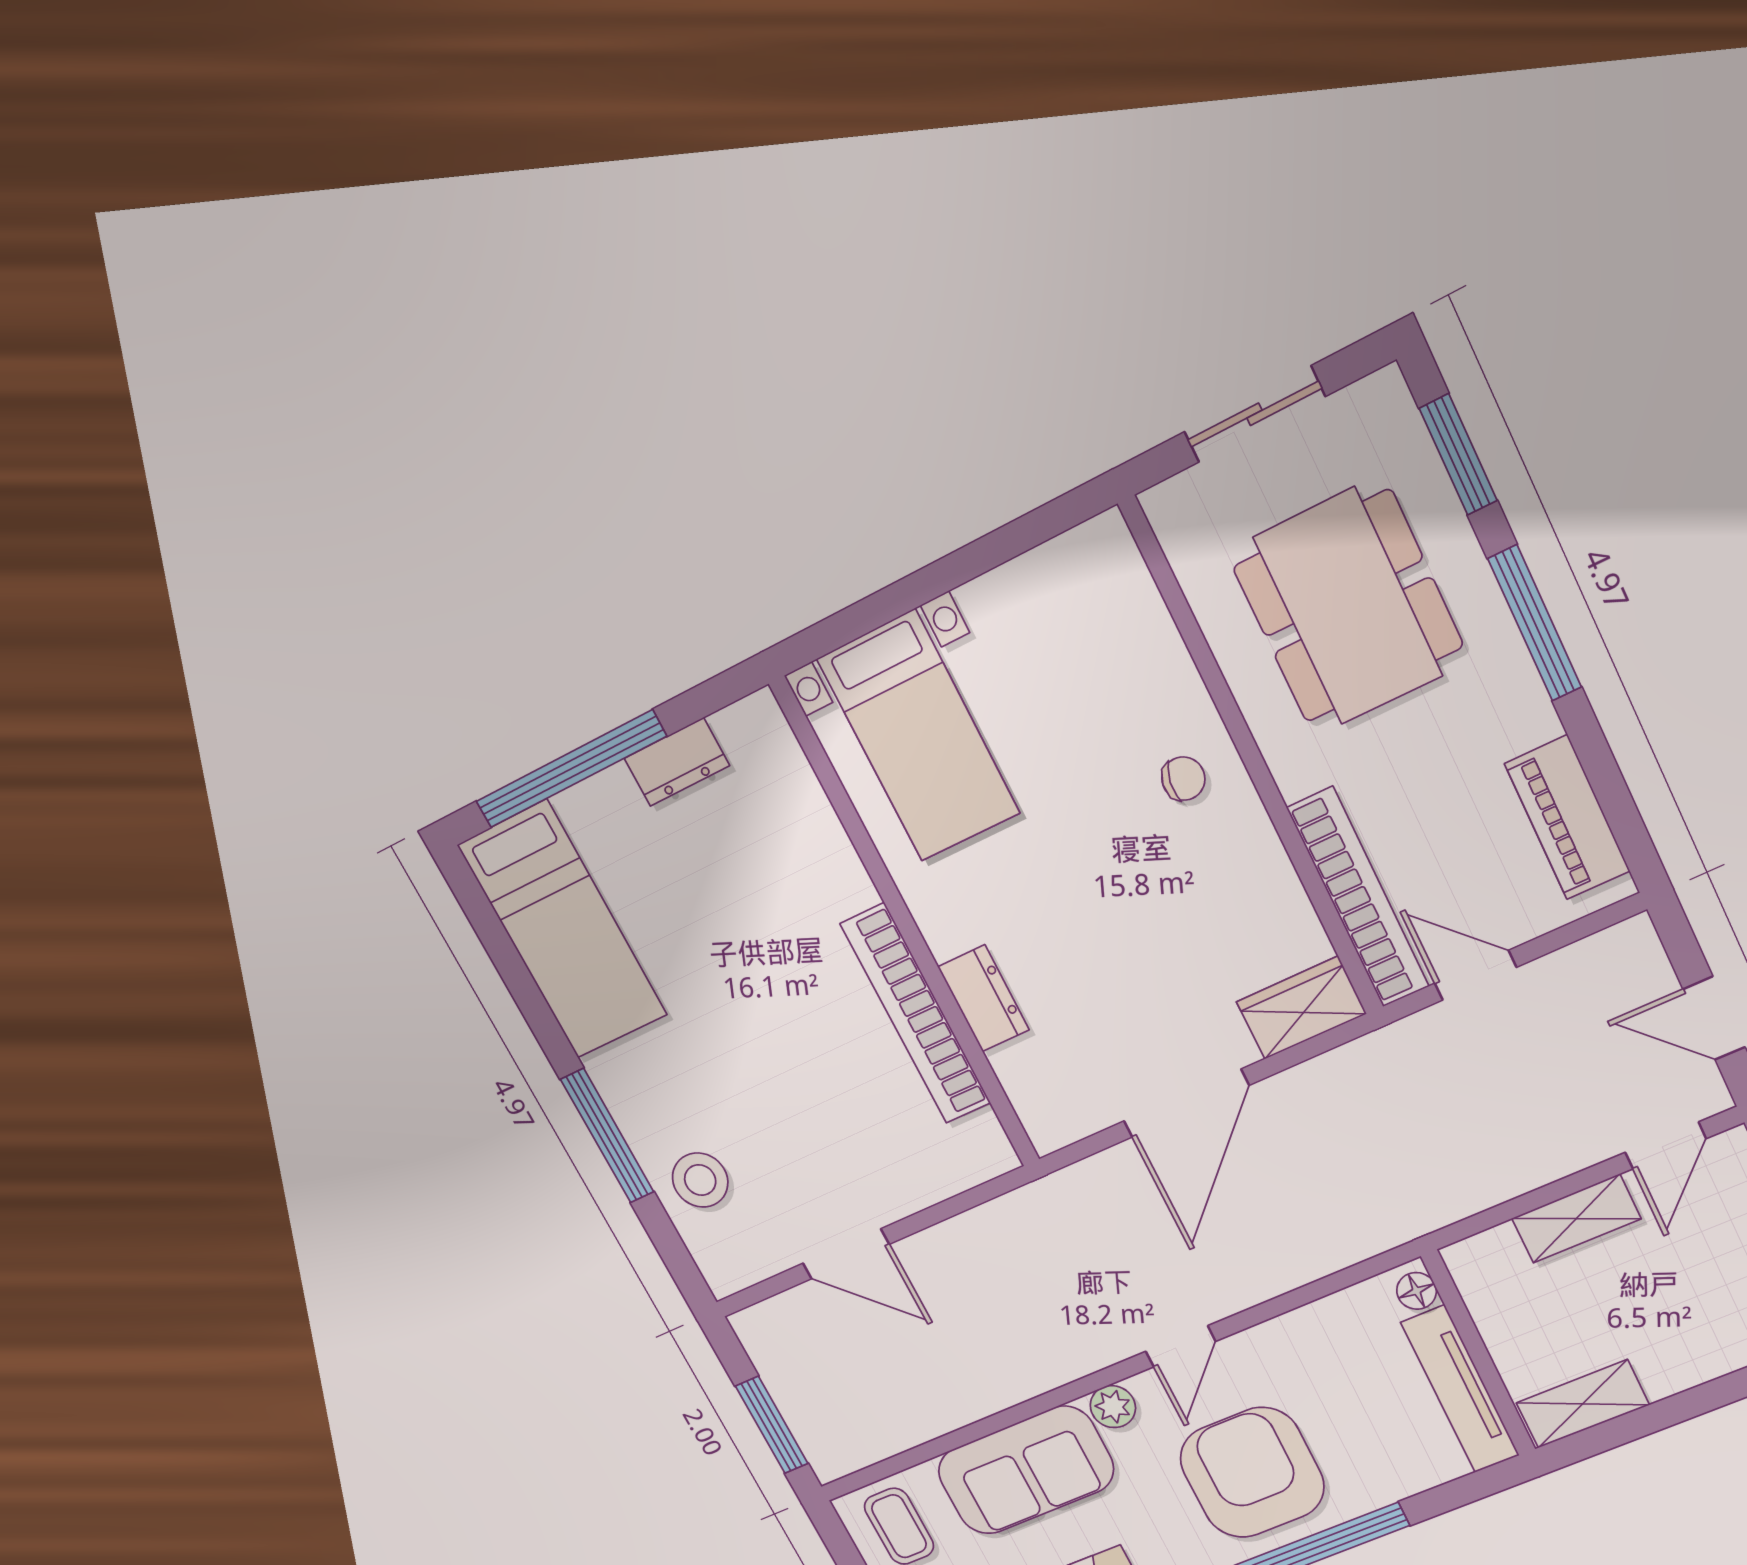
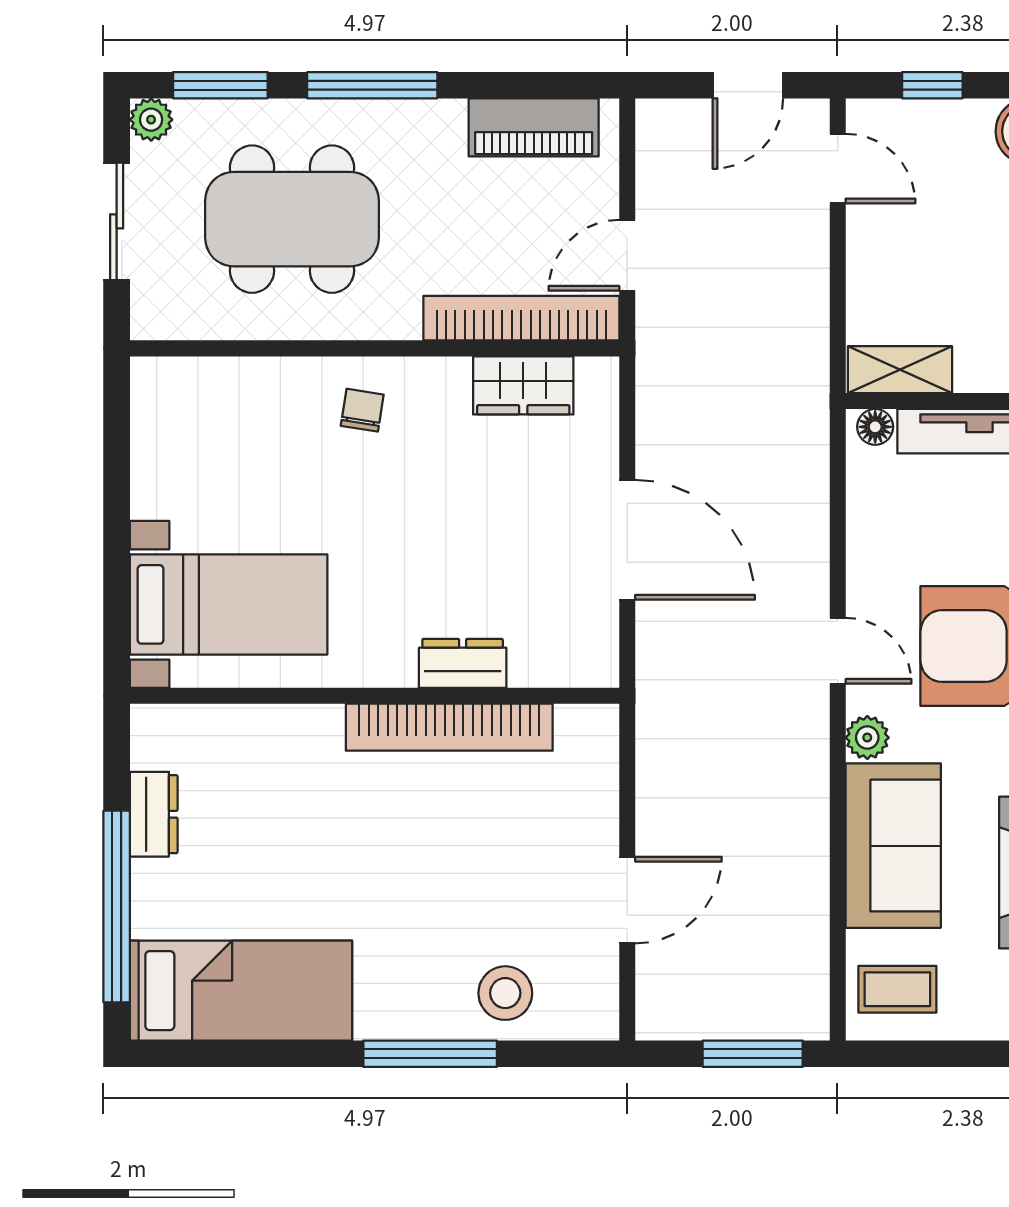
plant: (1384, 395) -> (151, 120), added
wardrobe: (1301, 1008) -> (523, 385), moved, turned -90
shelving: (1576, 1219) -> (900, 370), moved, turned 90

